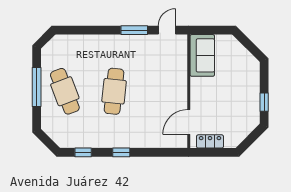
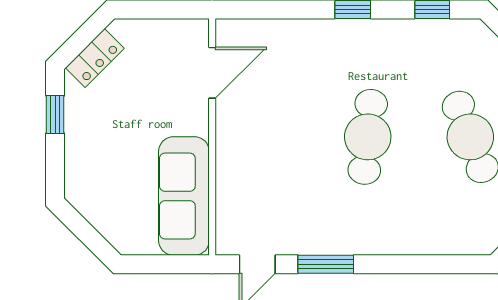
sofa: (202, 55) -> (184, 196), width x1.36
locker: (210, 141) -> (95, 58), moved, turned -45

